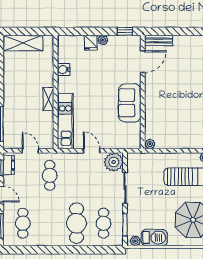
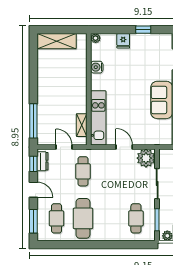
window: (125, 31) -> (143, 30), moved
plant: (103, 40) -> (95, 38), moved
shelving: (48, 99) -> (82, 125), moved
cafe table: (77, 223) -> (83, 218), moved

